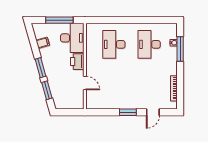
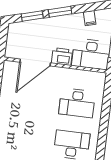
desk: (114, 44) -> (77, 103), turned 180
door: (85, 83) -> (35, 62), width x1.87

